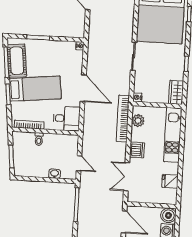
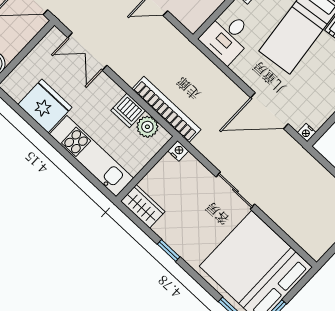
door: (83, 88) -> (269, 111), moved
dishwasher: (137, 150) -> (128, 110), moved
double door: (127, 177) -> (87, 51), swing flipped
fridge: (170, 181) -> (45, 106), width x1.88, depth x1.34

